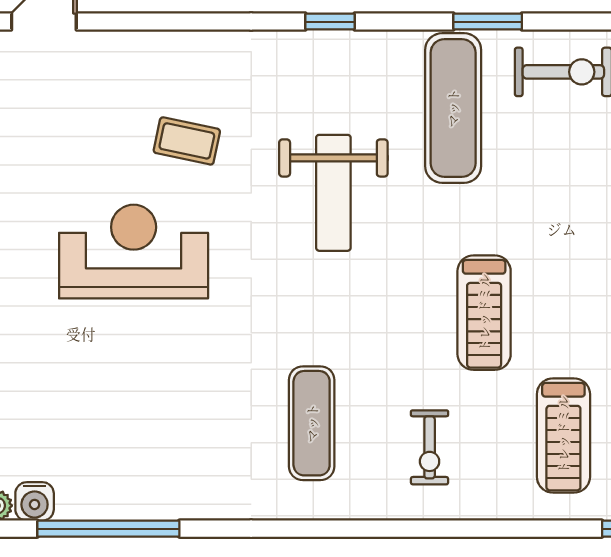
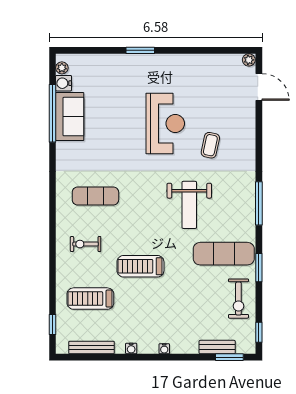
window: (330, 22) -> (259, 203), width x2.17
weight bench: (333, 193) -> (189, 205), turned -90
sofa: (116, 486) -> (70, 117), added

